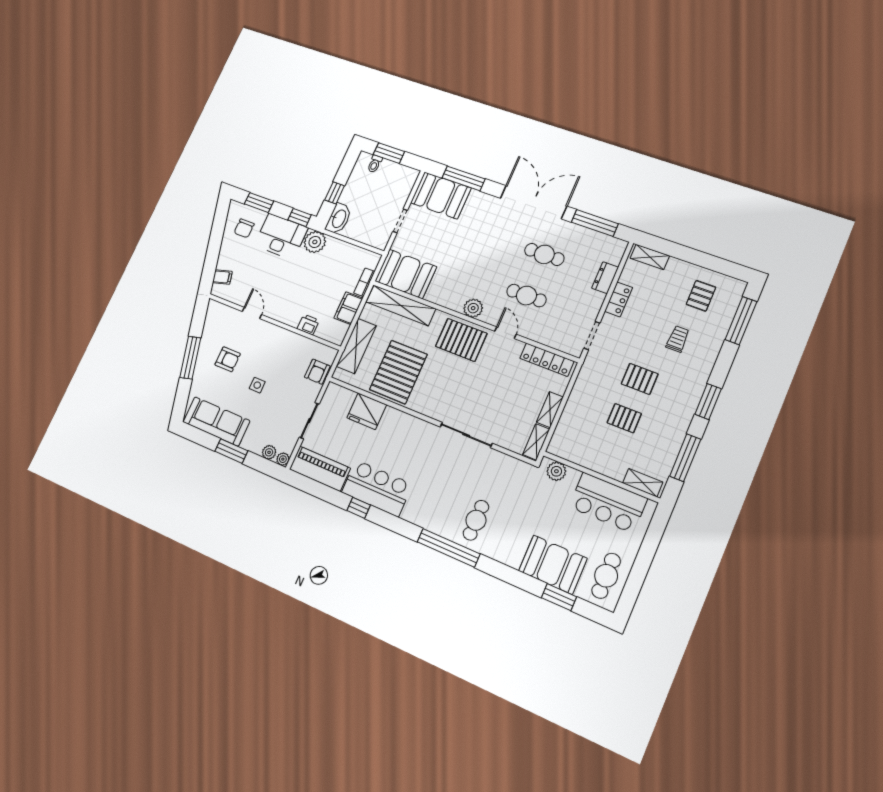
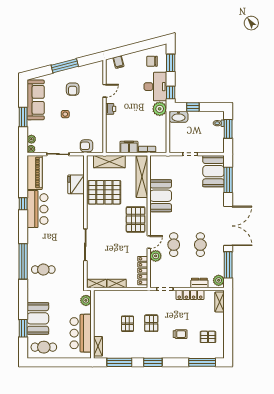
plant: (614, 246) -> (219, 280), added
booth: (406, 274) -> (161, 196), moved
locker: (618, 299) -> (190, 295), width x1.53
plant: (473, 308) -> (156, 256), moved
printer: (308, 325) -> (111, 109), moved

